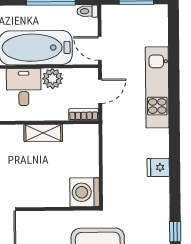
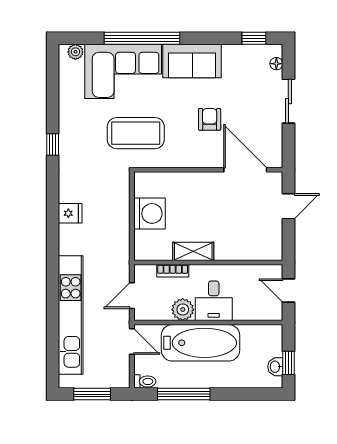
kitchen unit: (157, 87) -> (71, 315), width x1.36
bookcase: (84, 114) -> (173, 271), moved
washing machine: (85, 192) -> (149, 213), moved

